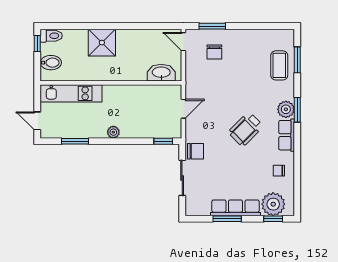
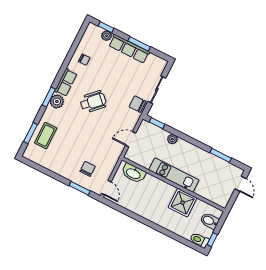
shower: (102, 43) -> (183, 203), moved
kitchen unit: (71, 93) -> (174, 175), moved
plant: (113, 132) -> (172, 139), moved
plant: (273, 204) -> (106, 36), width x0.53, depth x0.53

